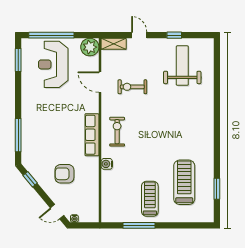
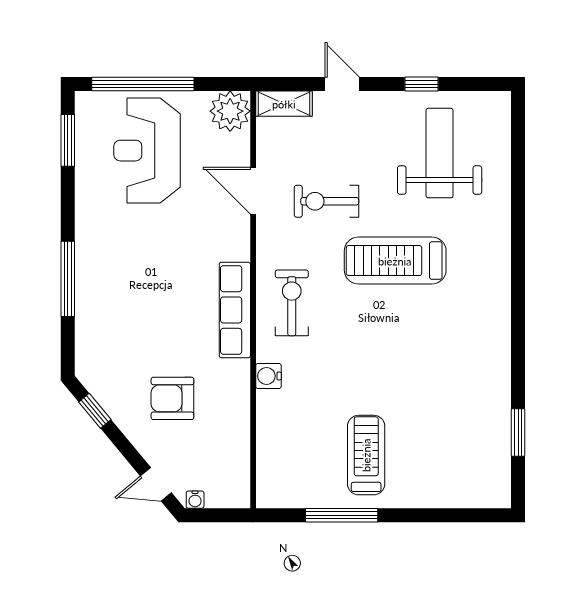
window: (18, 135) -> (68, 279), moved
treadmill: (184, 182) -> (395, 261), moved, turned -90

